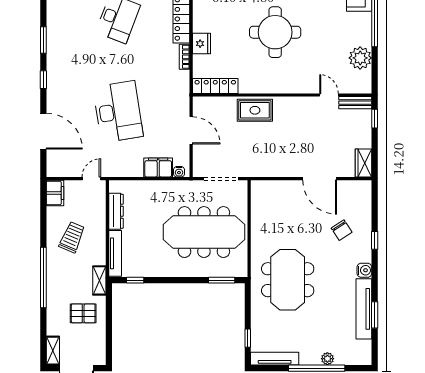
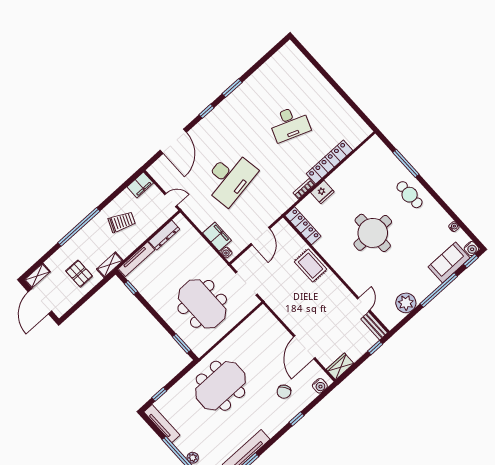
meeting table: (204, 232) -> (202, 304), width x0.73
water cooler: (364, 270) -> (320, 386), moved

